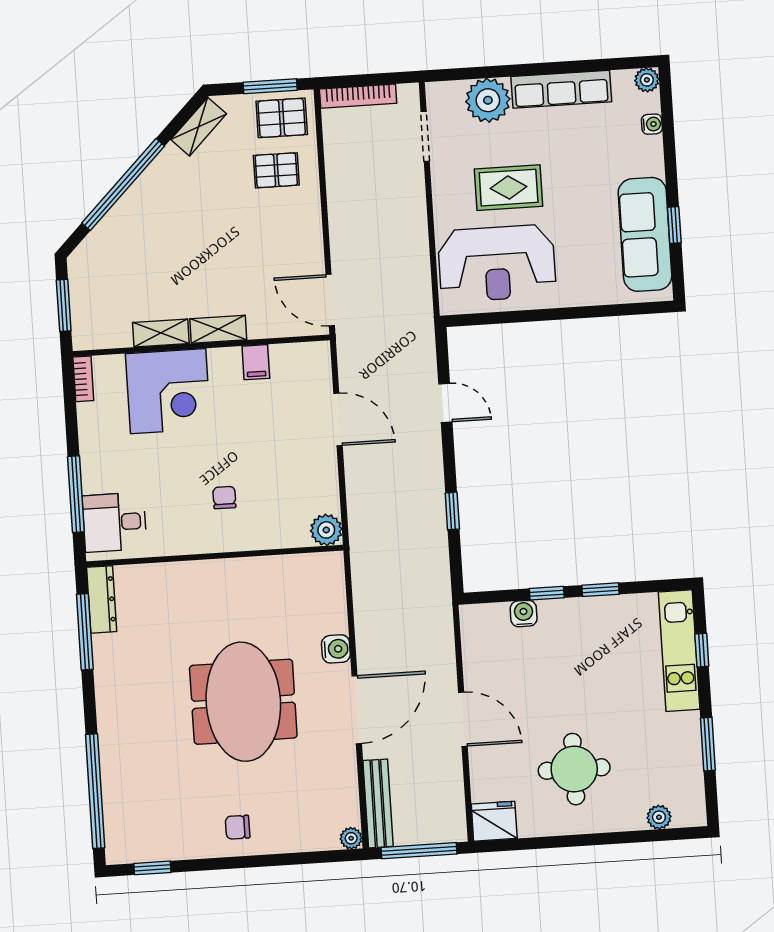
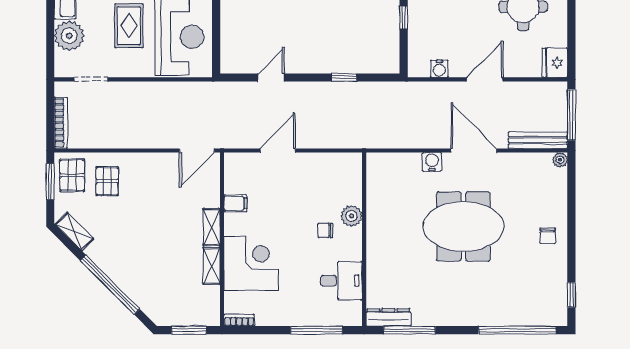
desk: (114, 522) -> (341, 281), moved, turned -90
plant: (326, 530) -> (351, 216), moved
water cooler: (524, 614) -> (439, 69), moved, turned -90

